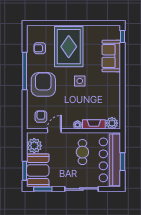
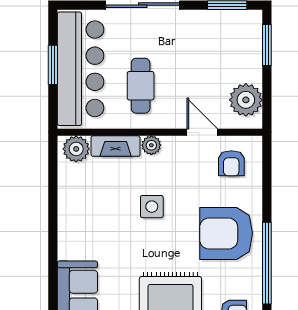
side table: (80, 81) -> (152, 207), moved
armchair: (43, 84) -> (226, 233), turned 90
door: (54, 131) -> (202, 132), swing flipped
booth: (38, 170) -> (238, 46), removed

